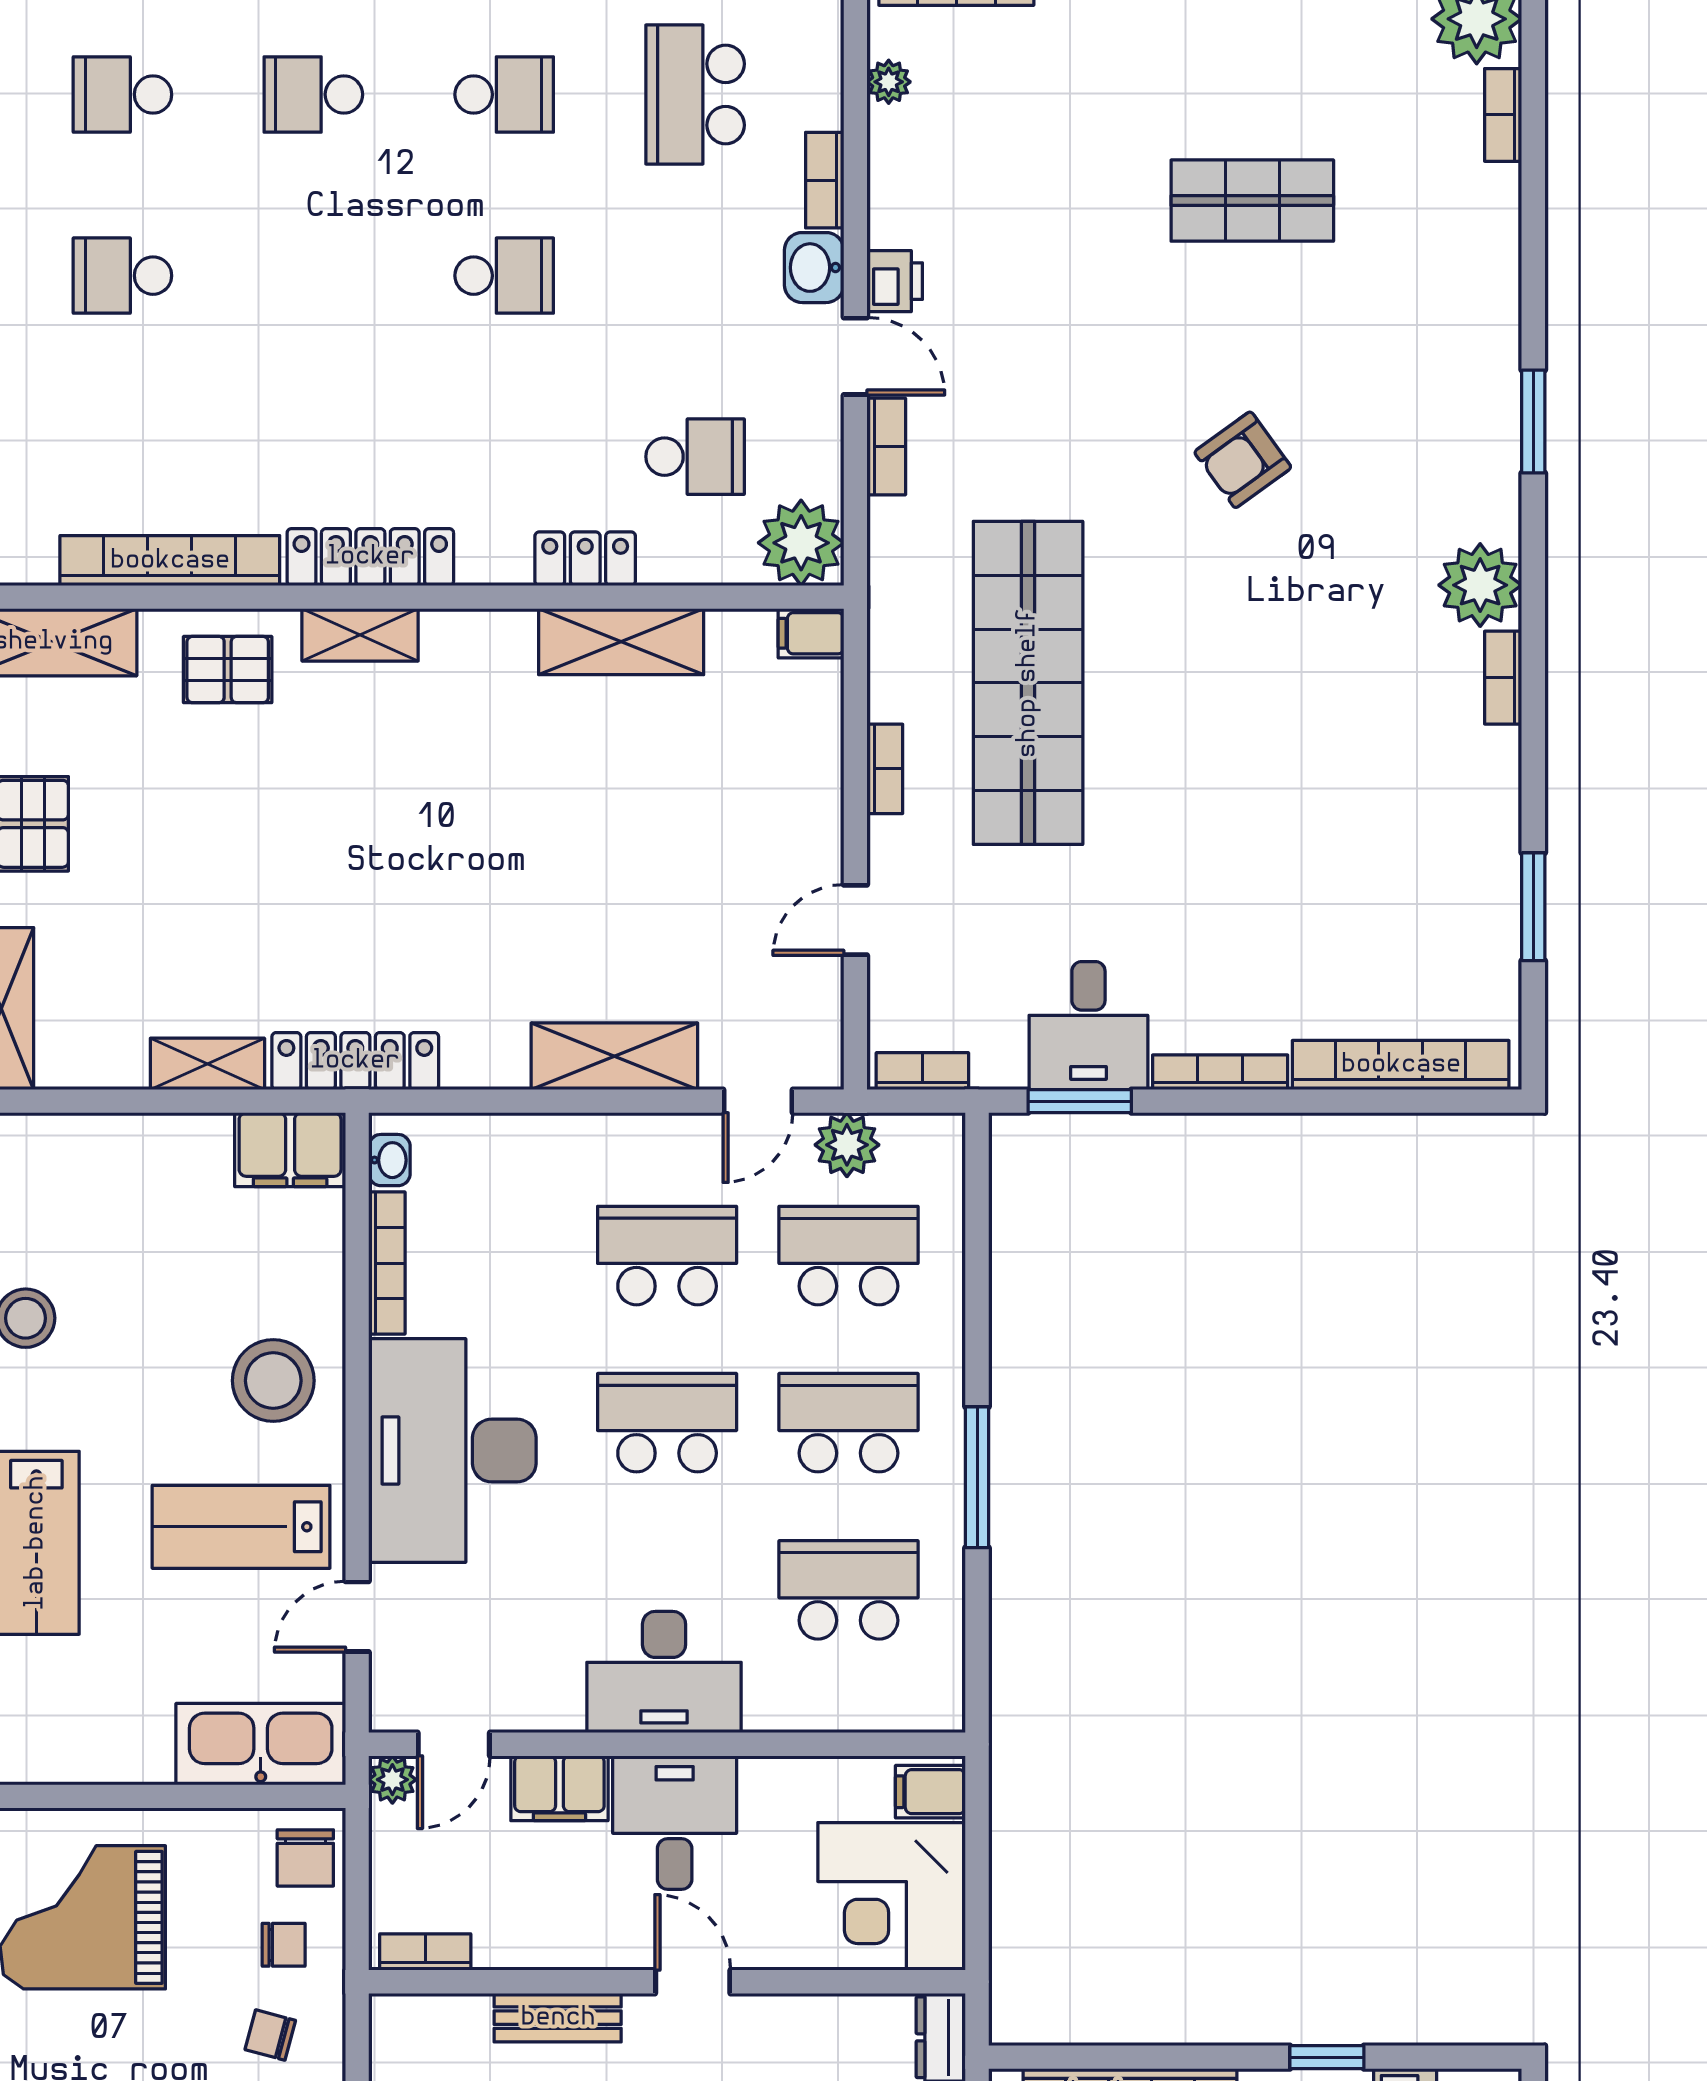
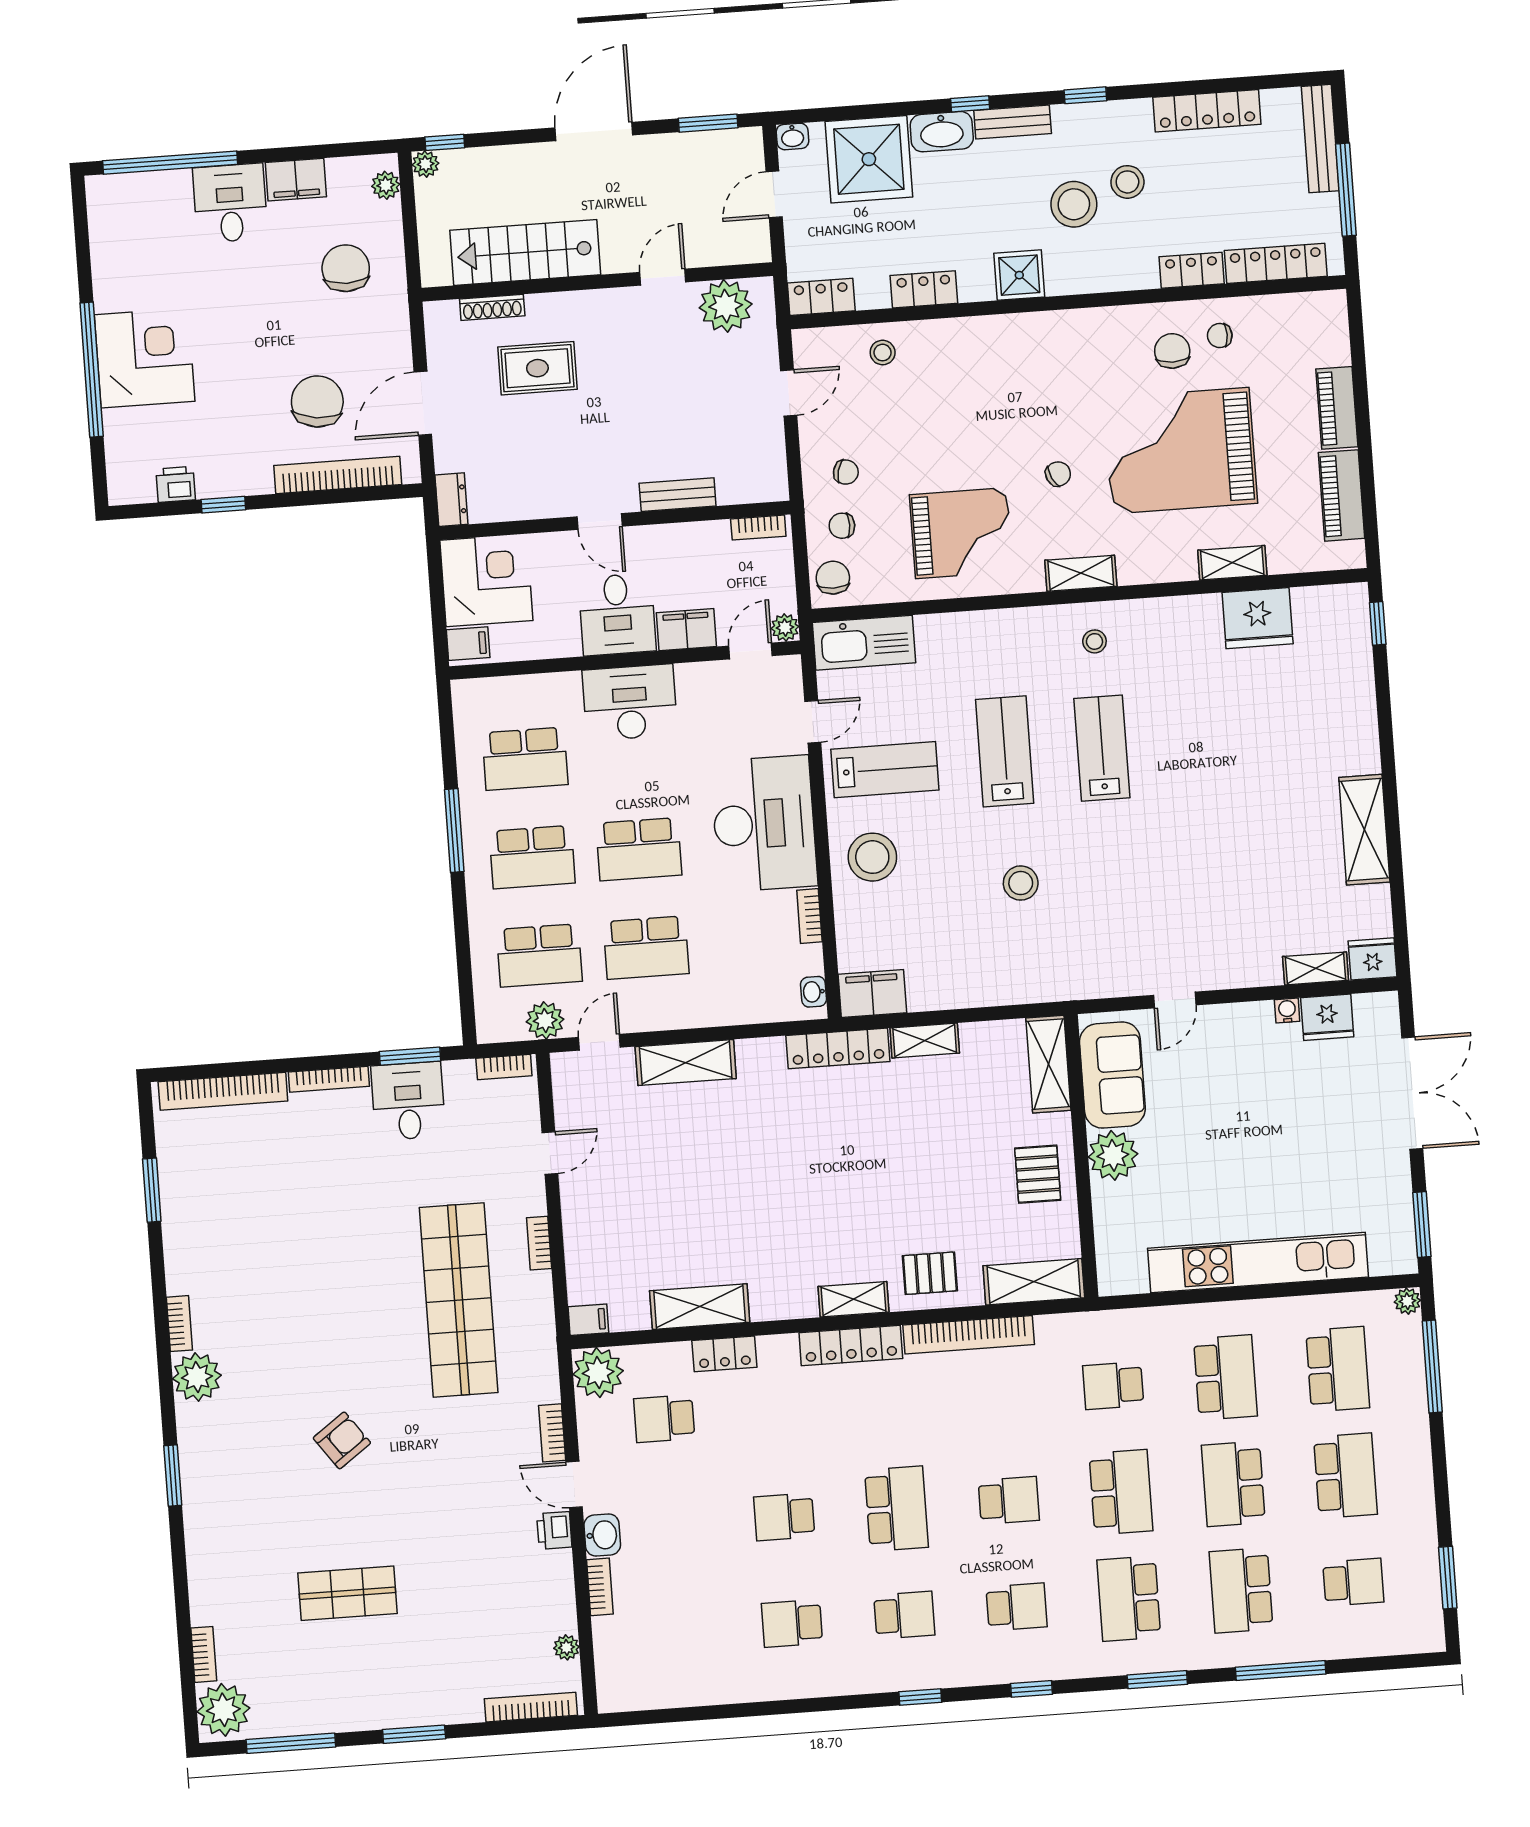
school desk: (695, 95) -> (896, 1509), moved
bookcase: (387, 1263) -> (809, 916), width x0.64

